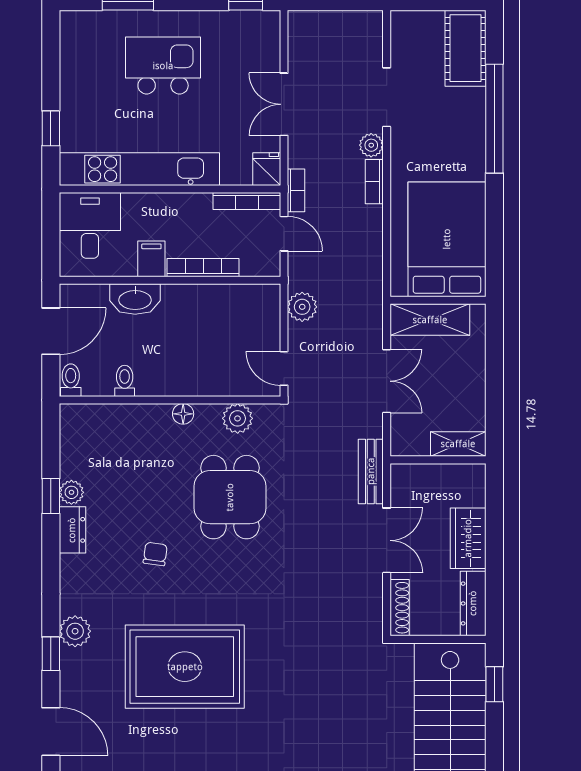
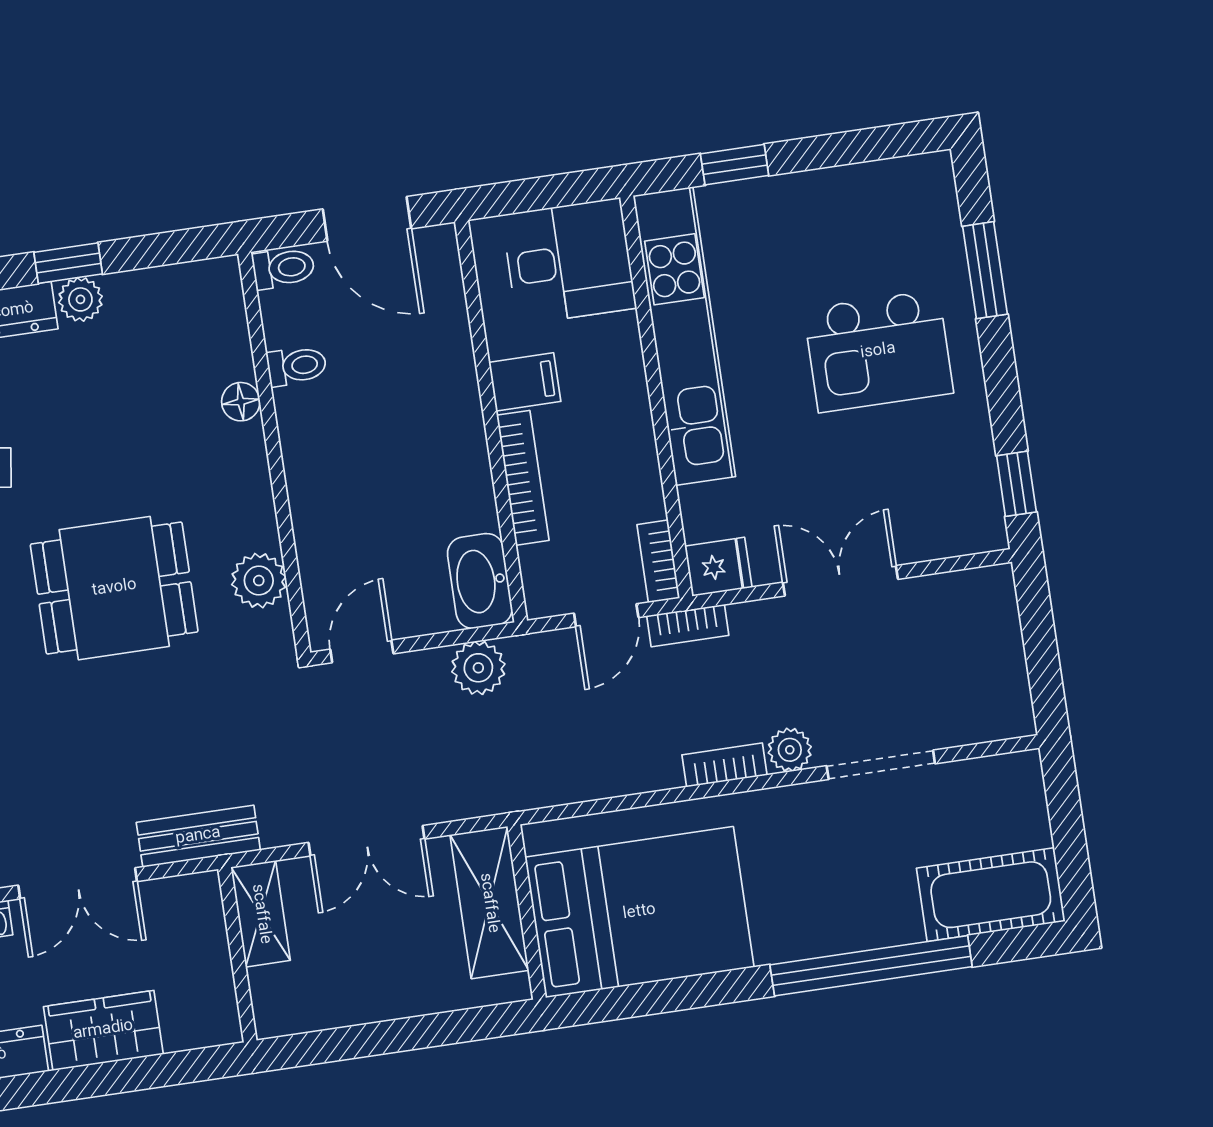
kitchen island: (163, 66) -> (878, 351), turned 90
bookcase: (247, 201) -> (658, 561), width x0.64
washbasin: (135, 299) -> (480, 581), moved
floor lamp: (183, 414) -> (241, 402), moved
shelving: (458, 444) -> (261, 914), moved

